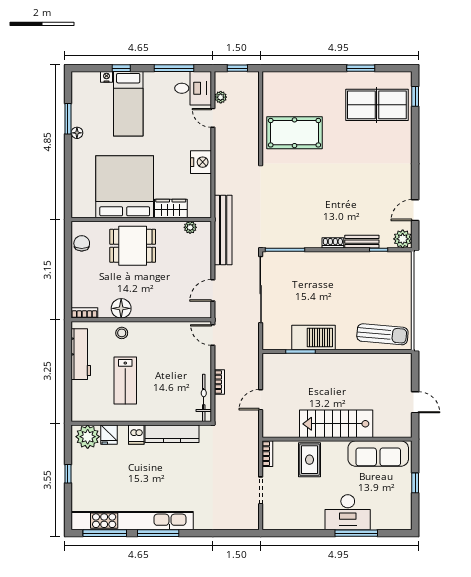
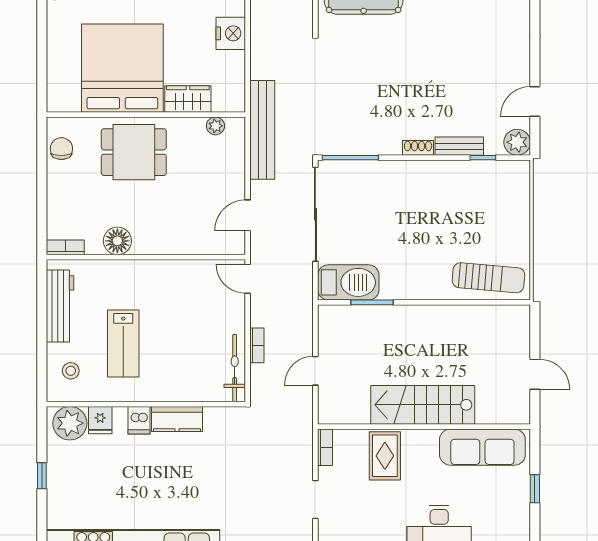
stool: (122, 333) -> (71, 371), moved
barbecue: (313, 338) -> (348, 282), moved
kitchen counter: (172, 434) -> (177, 419), width x0.67

